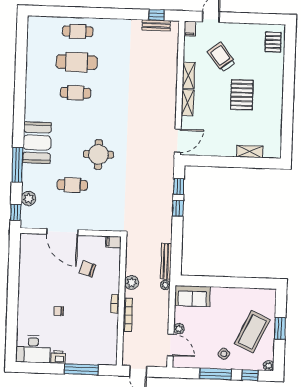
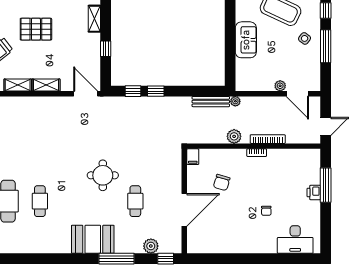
window: (220, 162) -> (106, 49), added
sofa: (192, 296) -> (246, 40), moved
door: (171, 345) -> (297, 94), swing flipped
desk: (33, 349) -> (295, 240), moved, turned 90
printer: (58, 357) -> (314, 192), moved

